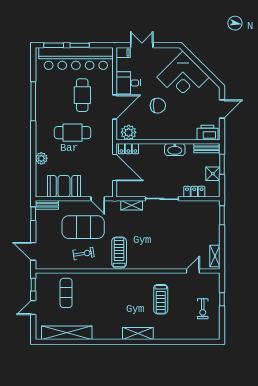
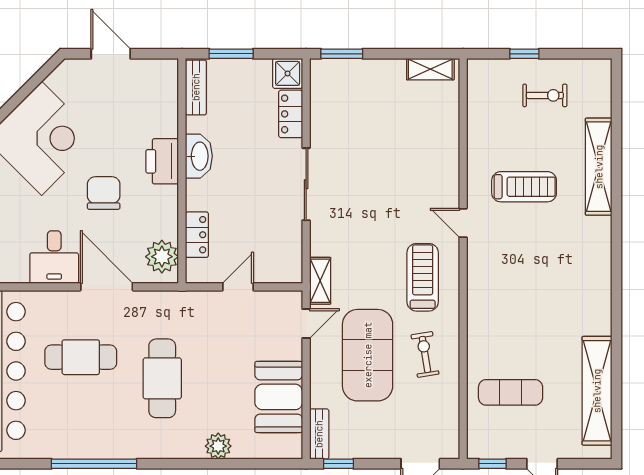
printer: (207, 133) -> (162, 161), moved
locker: (128, 149) -> (197, 235), moved
door: (115, 167) -> (238, 287), width x0.53
shower: (213, 174) -> (288, 73), moved
shelving: (132, 205) -> (320, 281), moved
treadmill: (119, 252) -> (423, 277), turned 90
door: (193, 271) -> (463, 223), moved
shelving: (138, 333) -> (599, 167), moved, width x1.47

